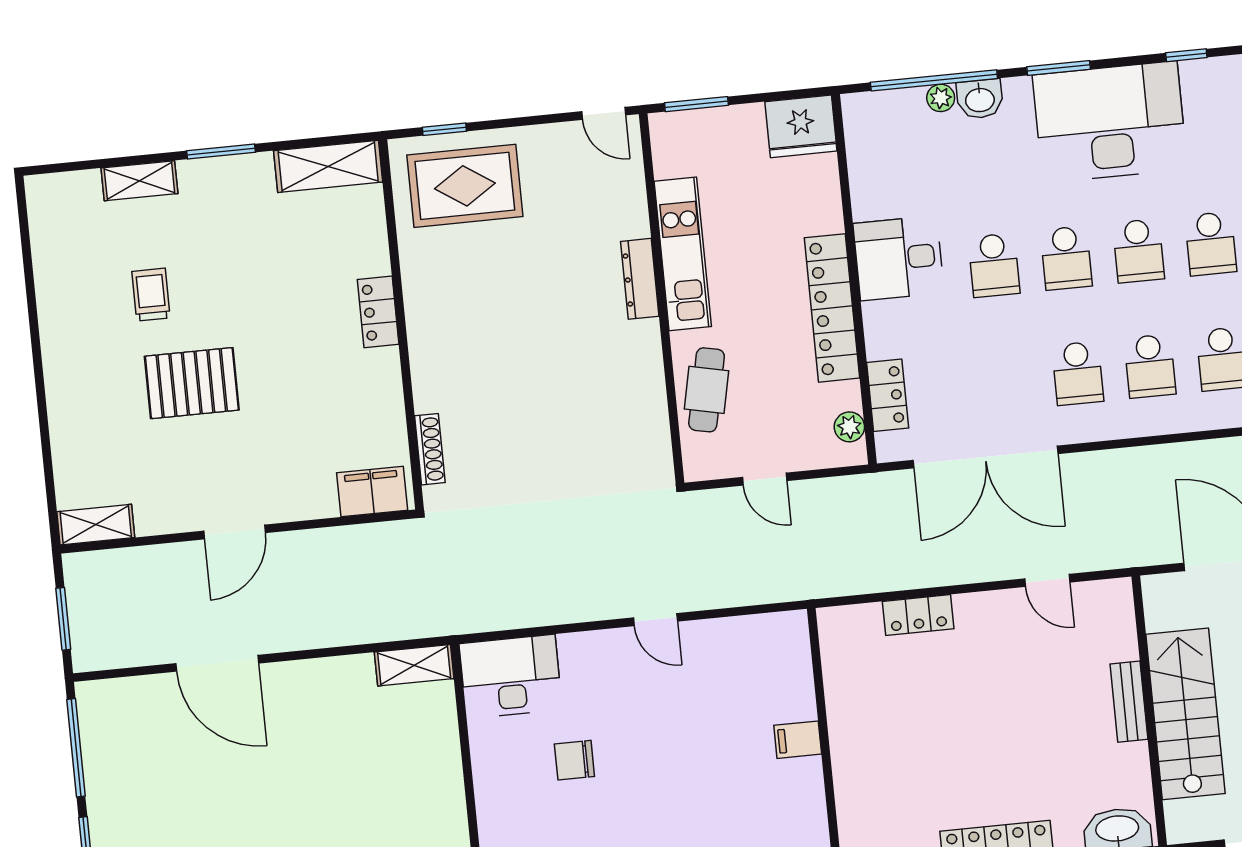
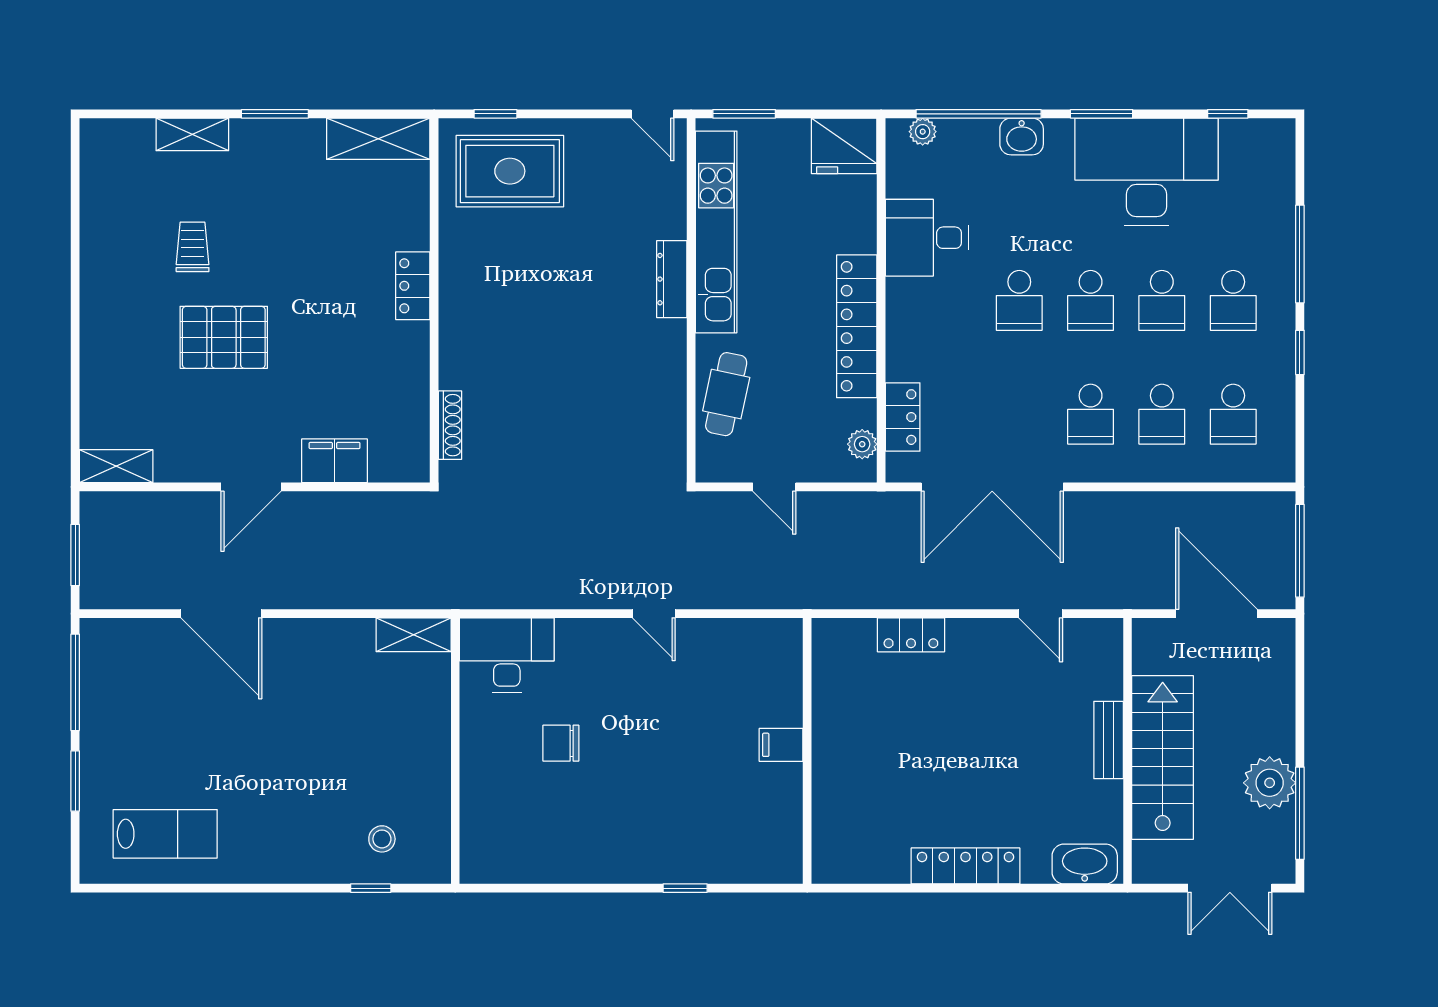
plant: (941, 98) -> (923, 132), moved
kitchen unit: (683, 254) -> (716, 232), width x1.36
desk: (899, 258) -> (927, 238), moved
filing cabinet: (372, 492) -> (335, 461), moved

